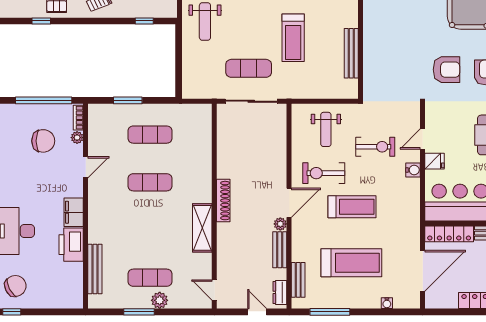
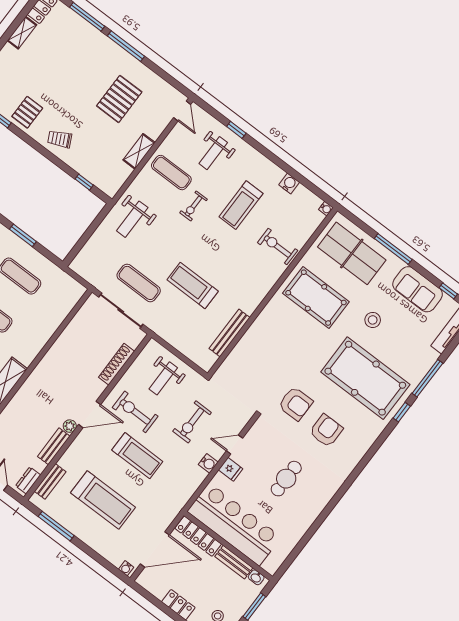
treadmill: (293, 38) -> (193, 285), turned 90
exercise bike: (375, 147) -> (192, 422), turned 90
shoe rack: (223, 201) -> (116, 364), moved, turned 180
water cooler: (387, 303) -> (126, 568), moved

